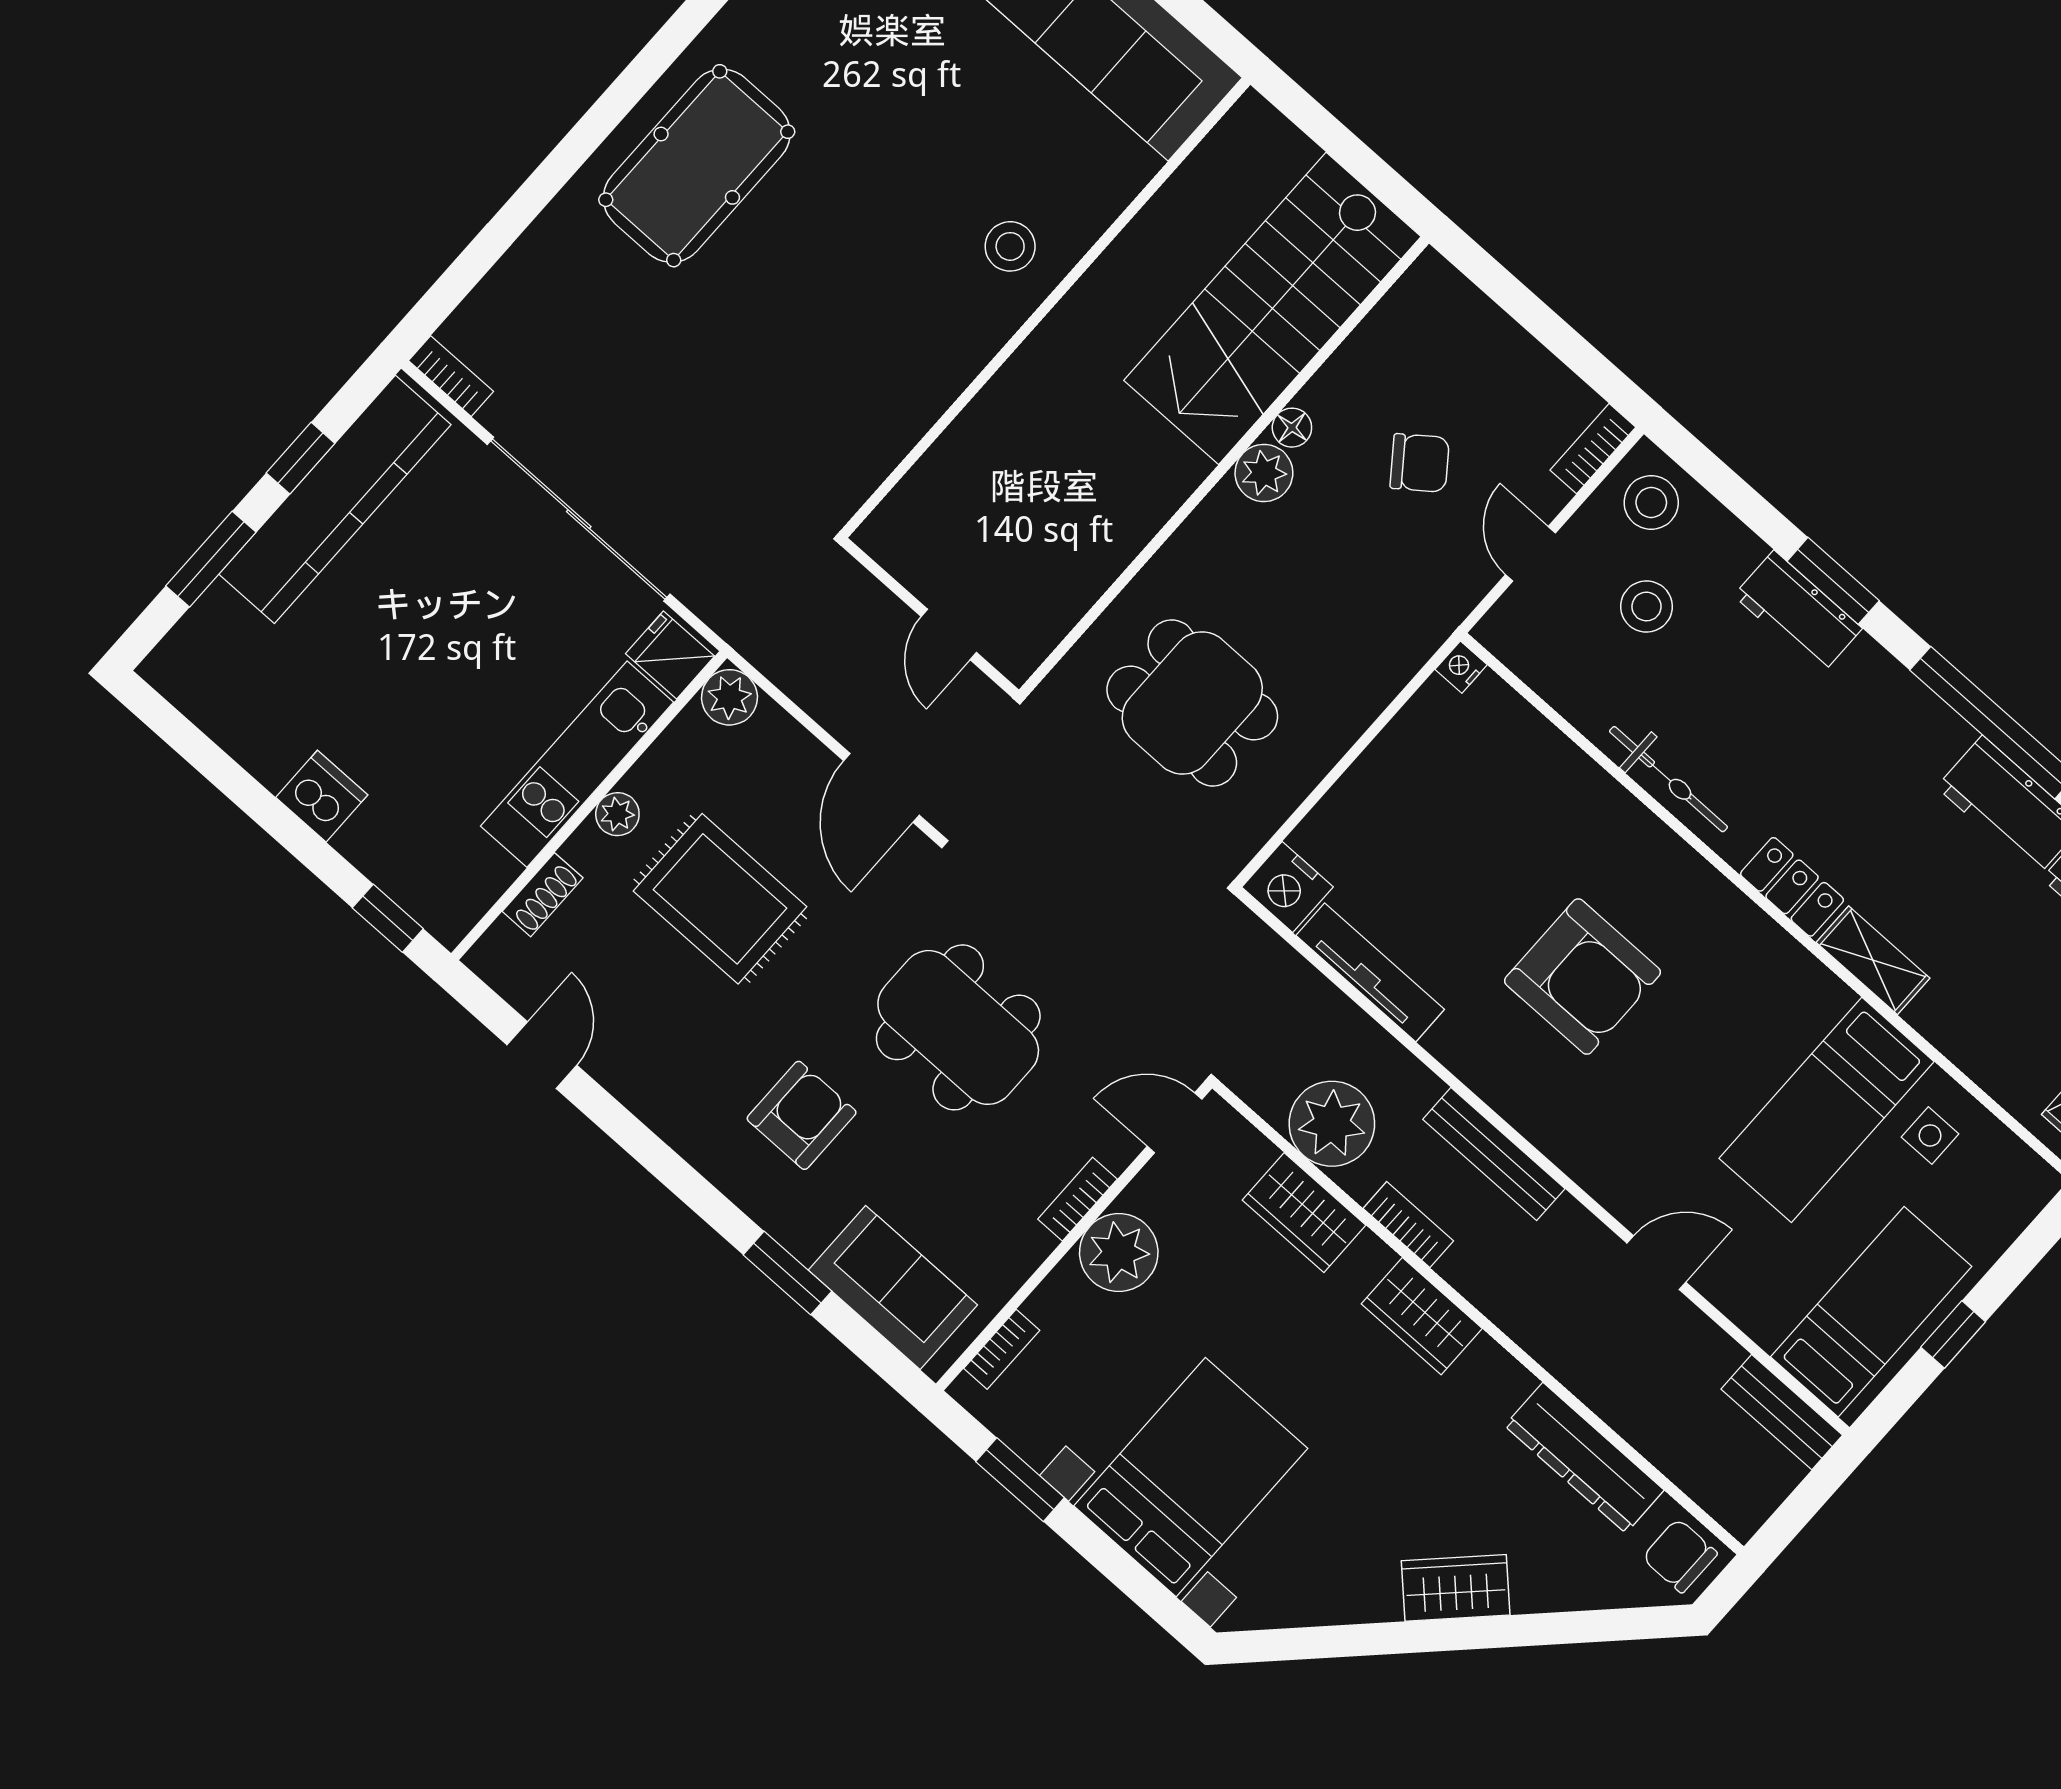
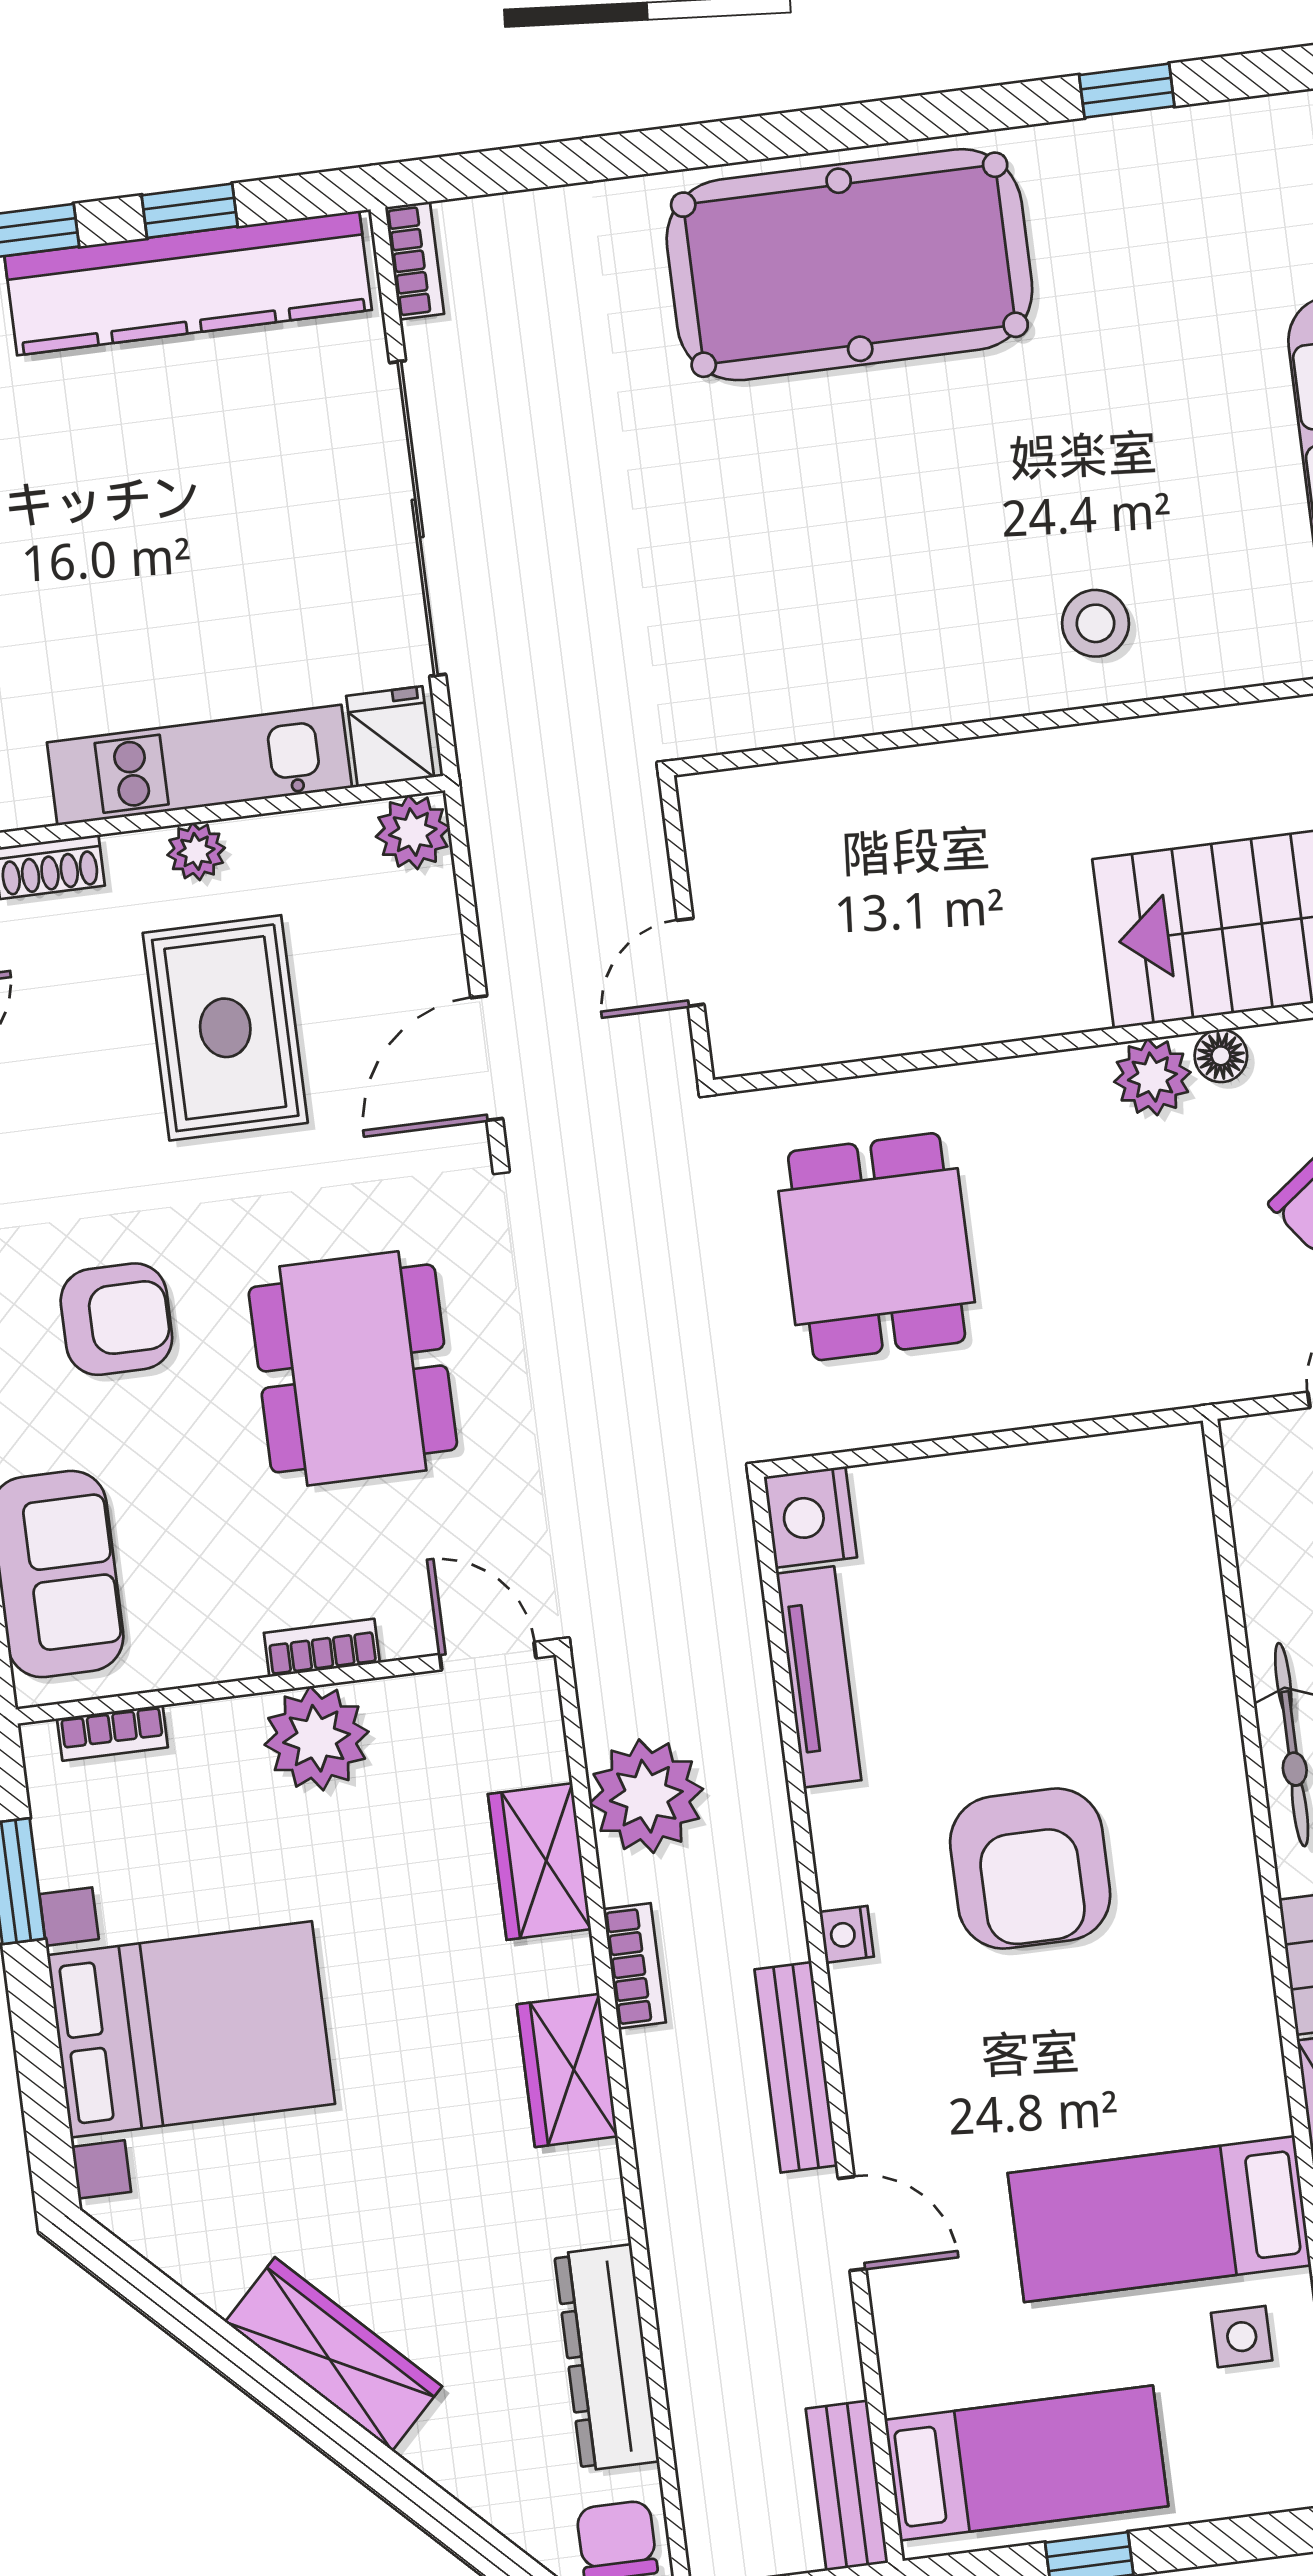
pool table: (697, 166) -> (849, 265), width x1.36, depth x1.32
nightstand: (1461, 667) -> (847, 1934), moved, turned -90
bench: (1494, 1154) -> (796, 2067), moved
wardrobe: (1456, 1588) -> (334, 2354), width x1.50

